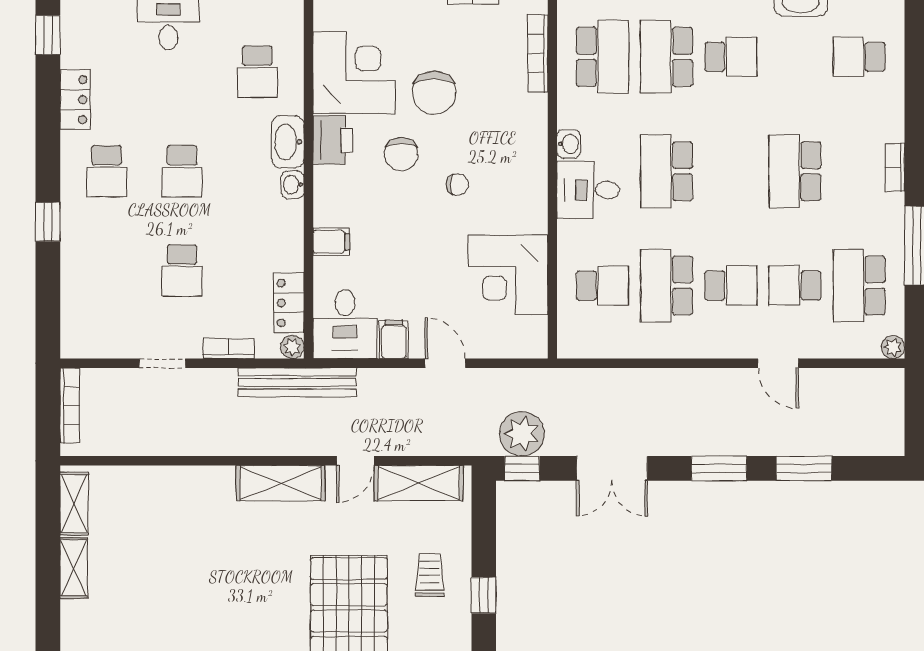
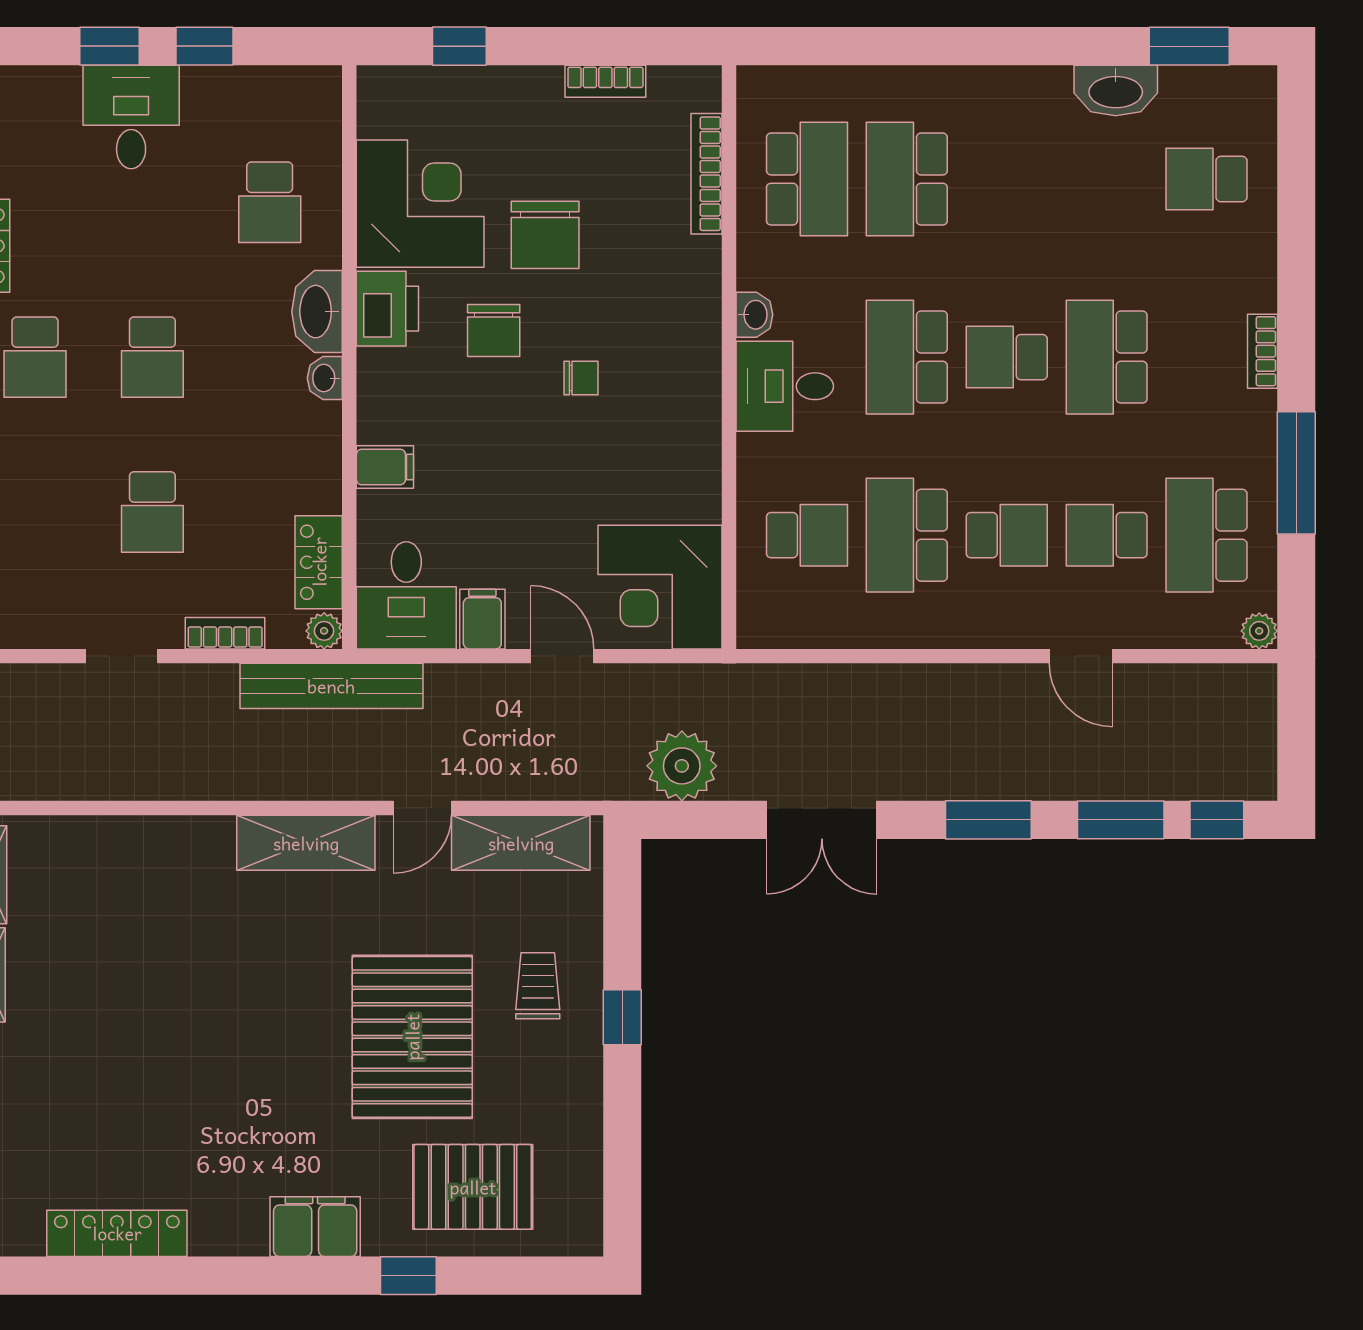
school desk: (731, 57) -> (1007, 357), moved, turned 180
corner desk: (508, 275) -> (660, 587), moved
window: (522, 468) -> (1217, 820), moved

